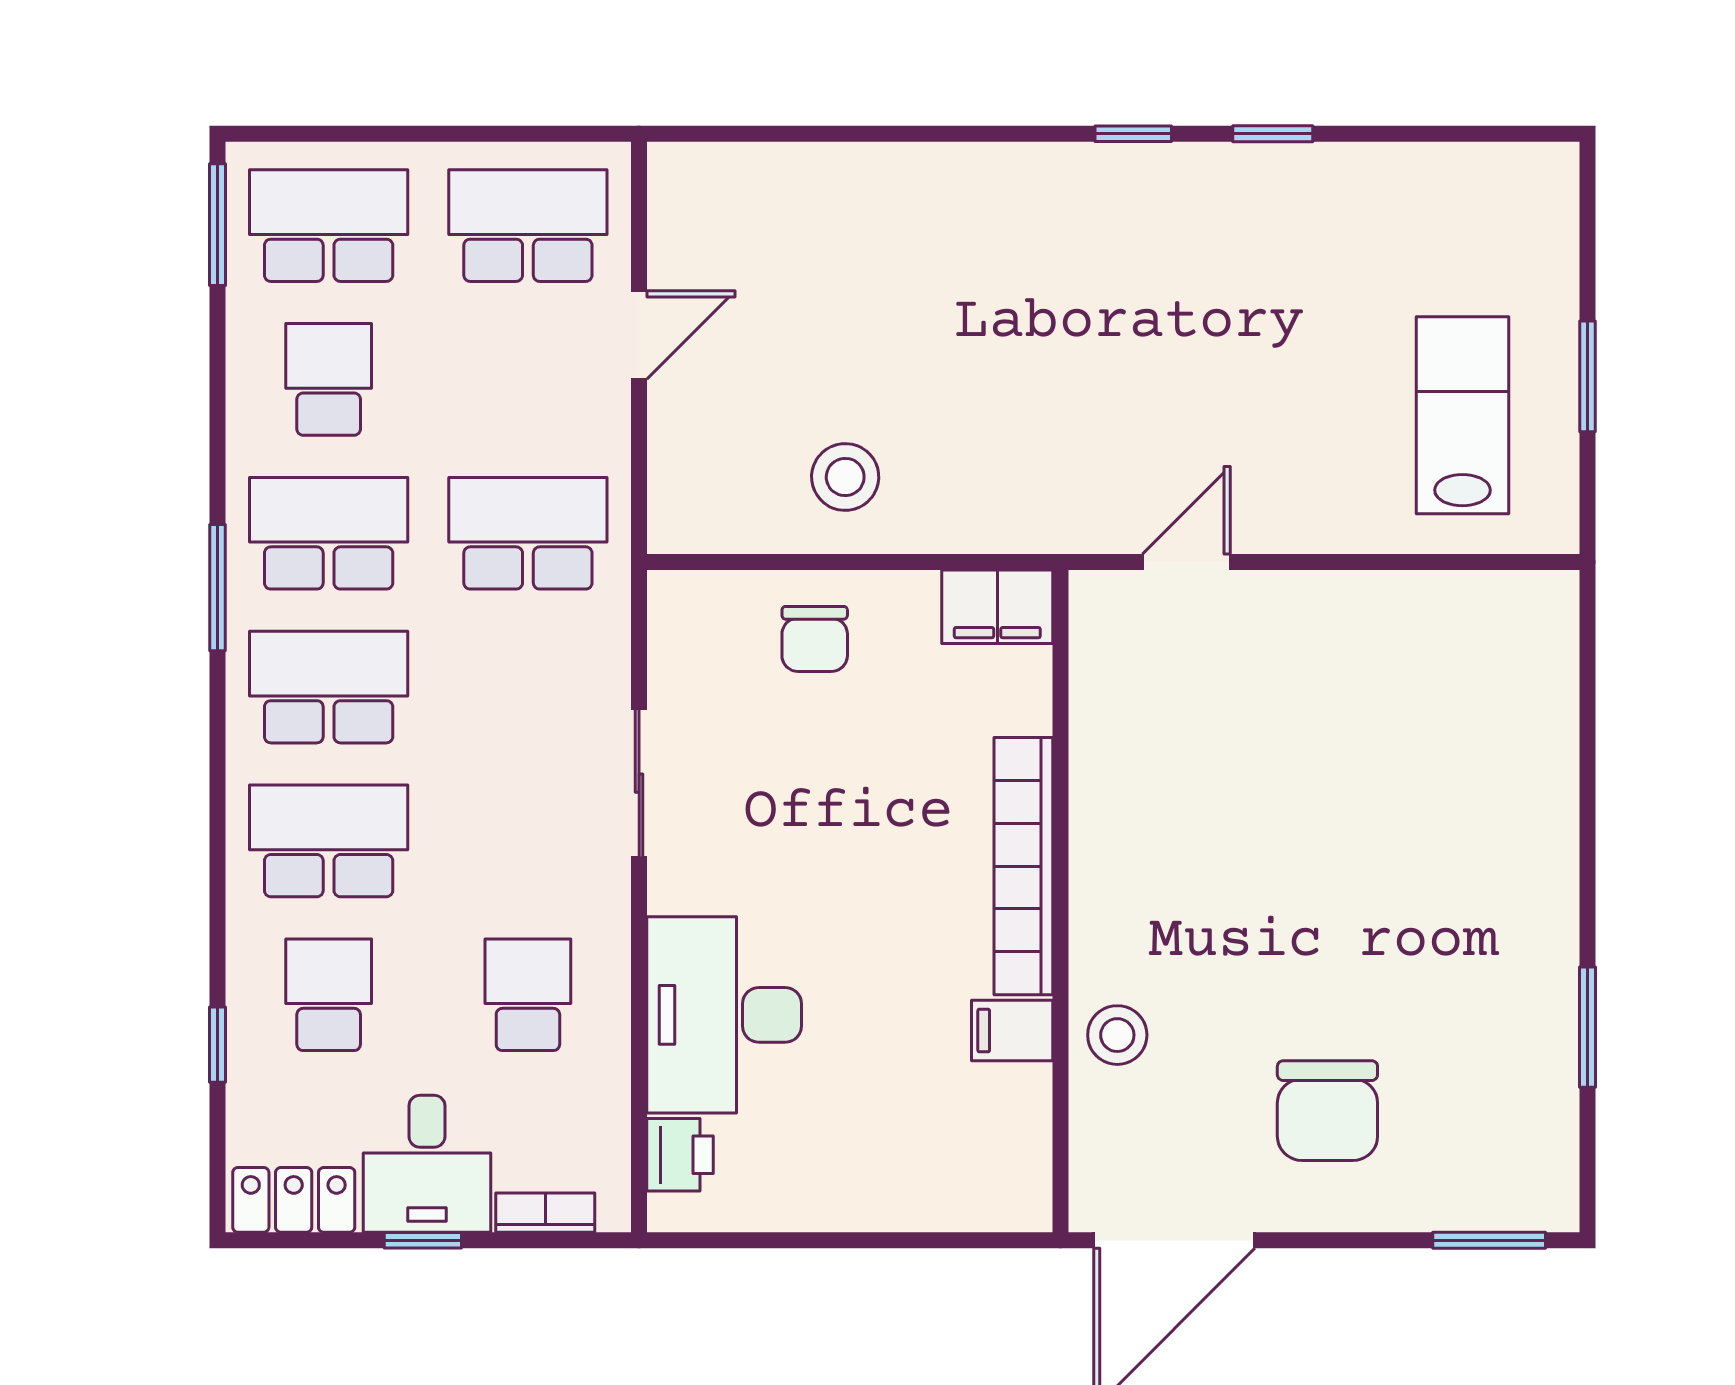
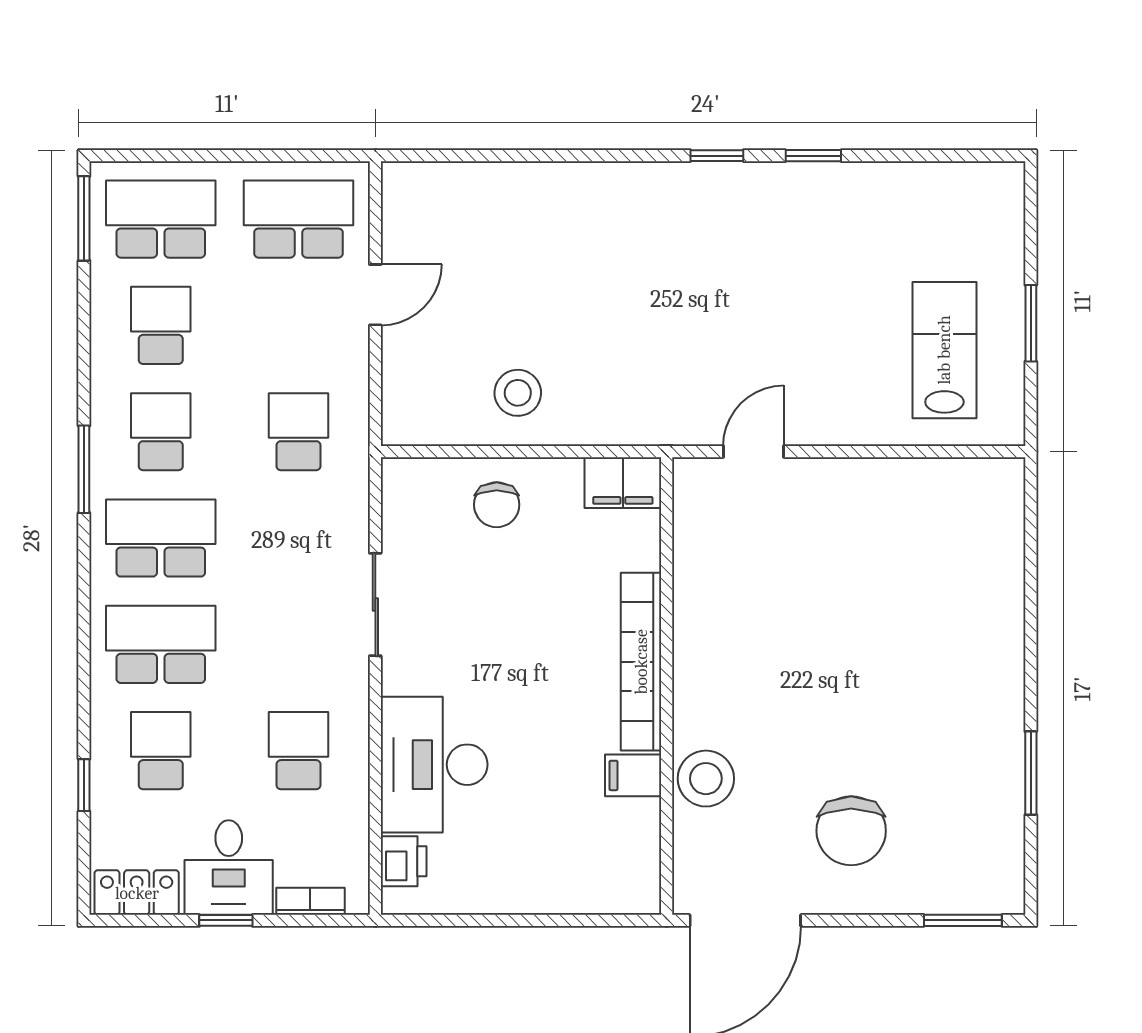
school desk: (329, 533) -> (161, 432), width x0.54
school desk: (528, 533) -> (299, 432), width x0.54
stool: (1117, 1035) -> (706, 779), width x1.38, depth x1.38

